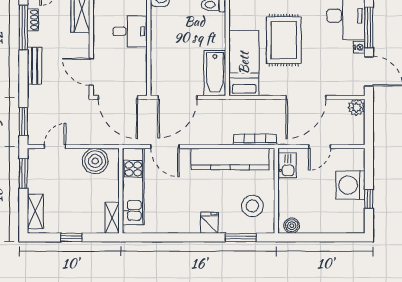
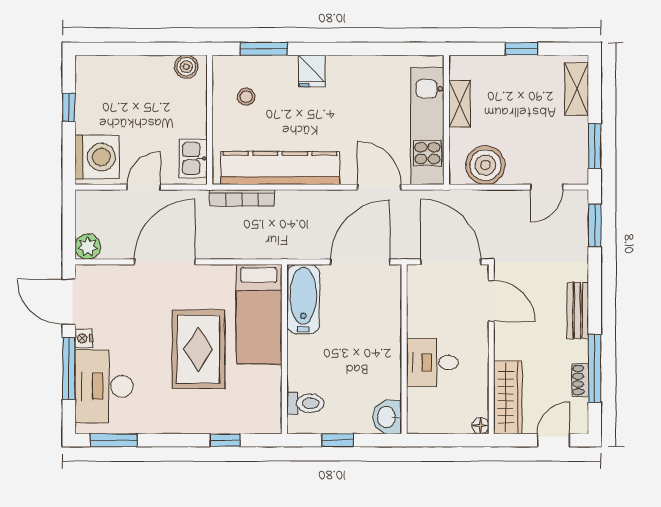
washing machine: (350, 185) -> (97, 157), moved
stool: (252, 206) -> (246, 97), width x0.53, depth x0.53
shelving: (112, 218) -> (460, 104), moved

